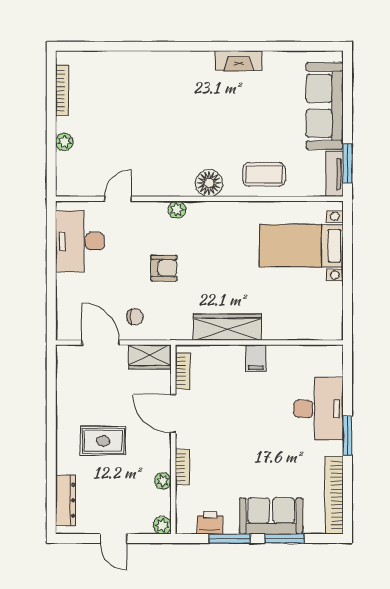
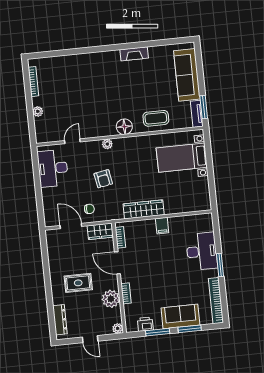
armchair: (164, 268) -> (103, 179), turned 80
plant: (163, 481) -> (111, 299), width x1.88, depth x1.88

